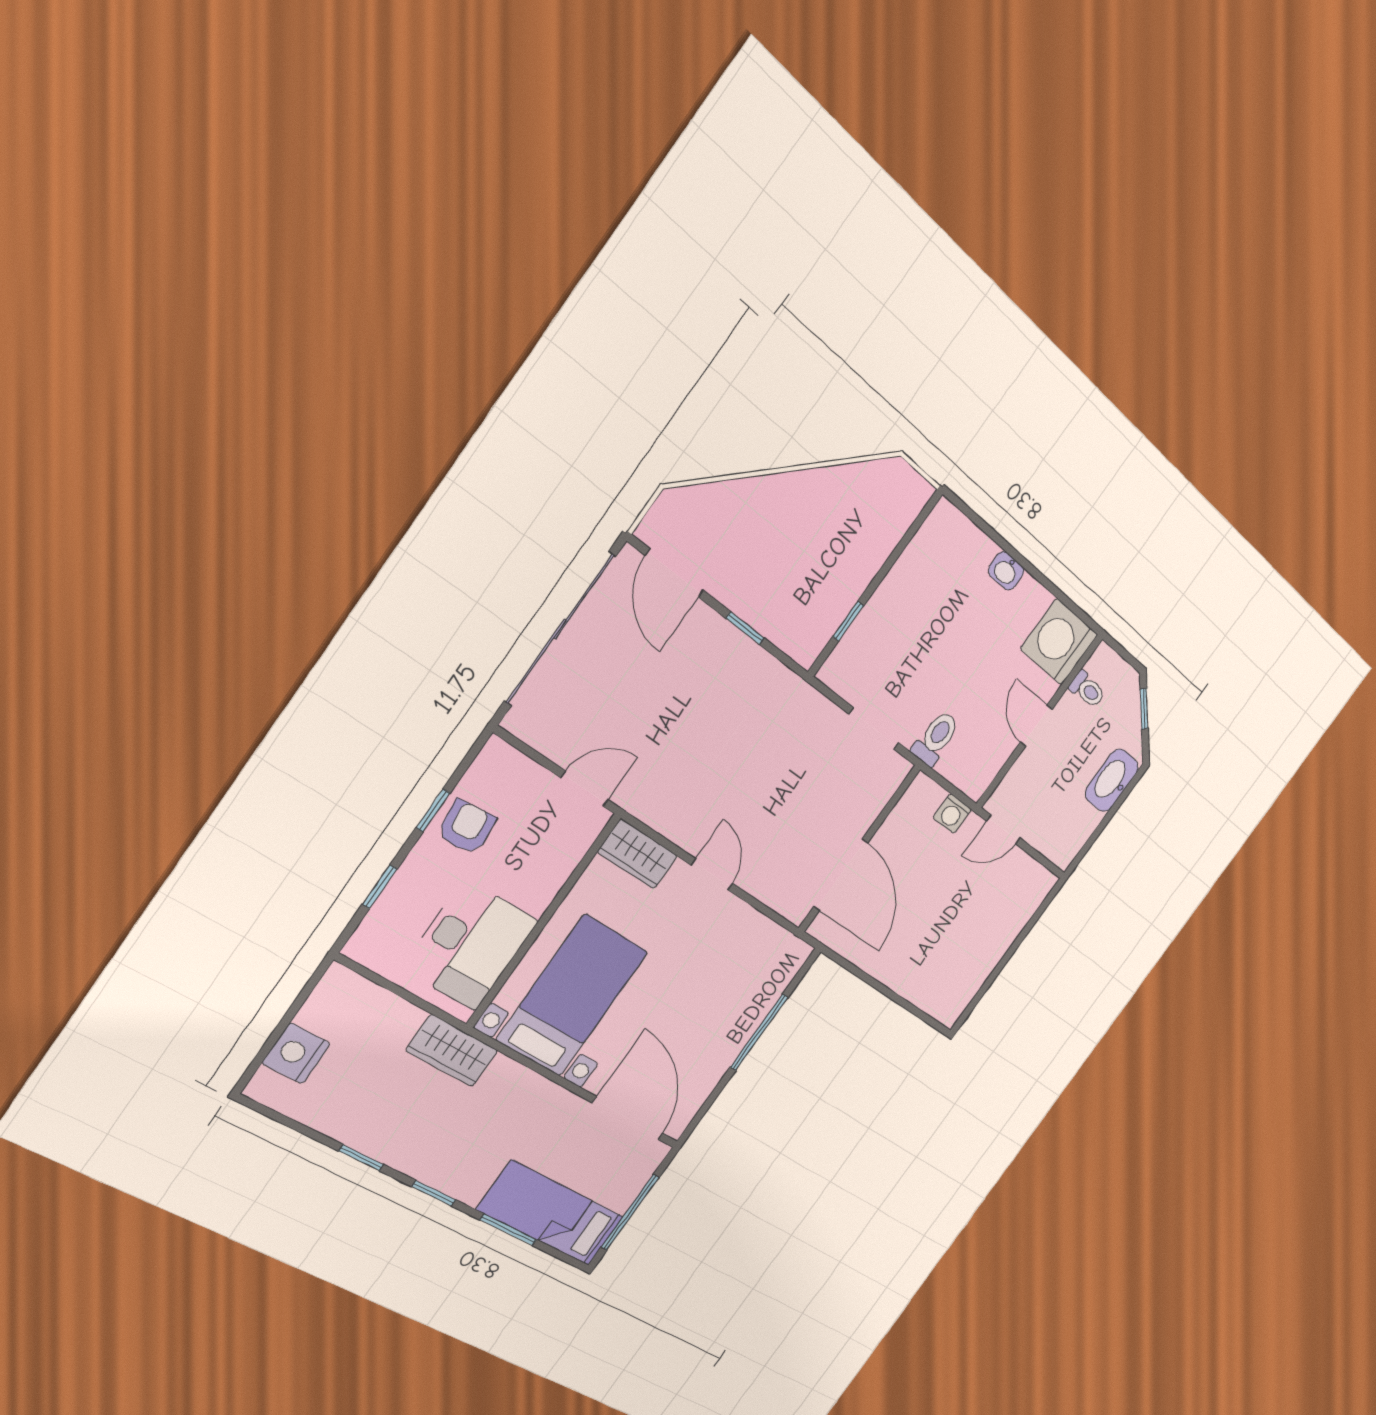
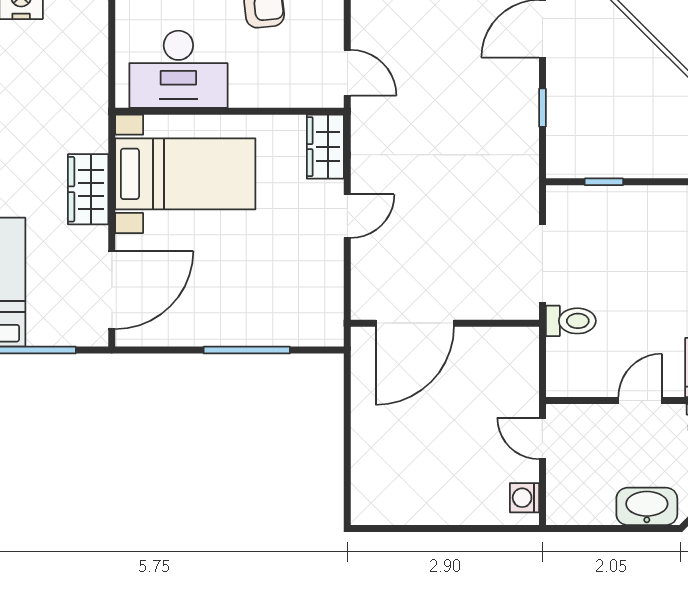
doorway: (874, 729) -> (542, 263), width x1.38
washing machine: (952, 814) -> (524, 498), moved
wardrobe: (452, 1051) -> (88, 189), moved

